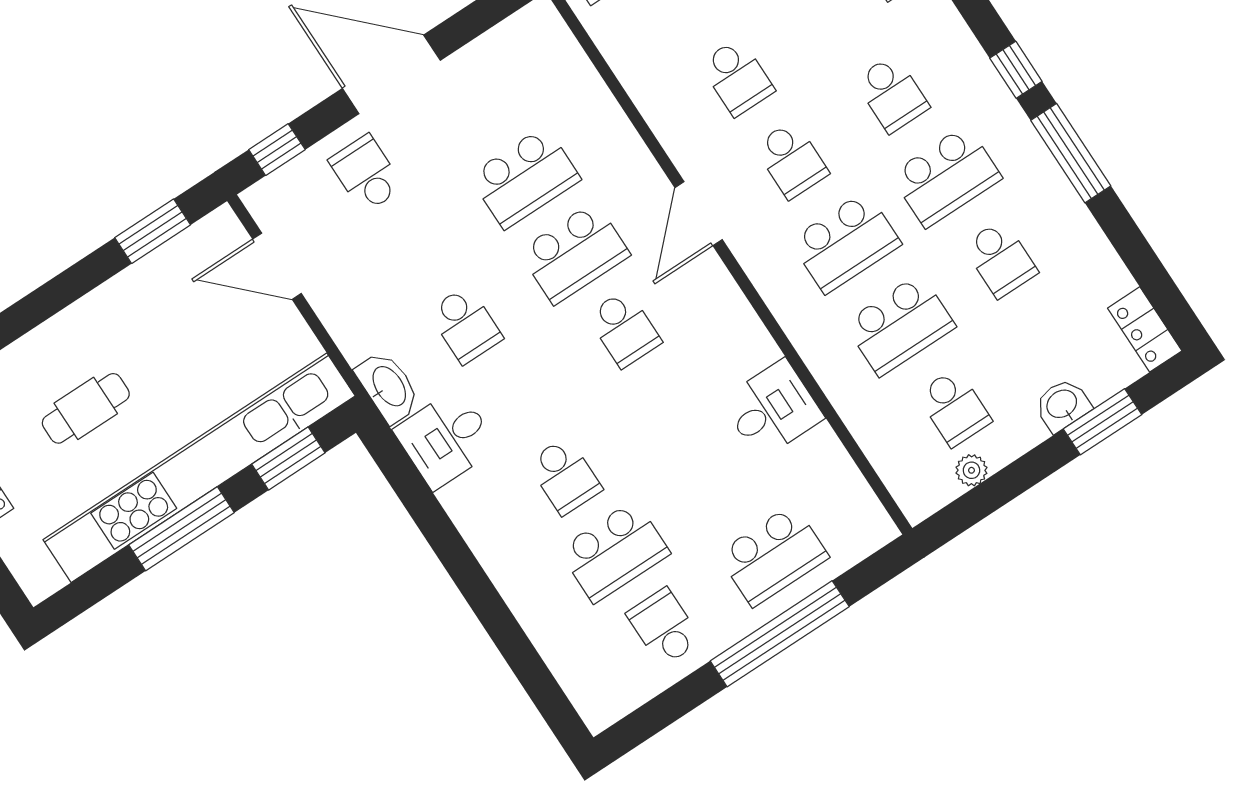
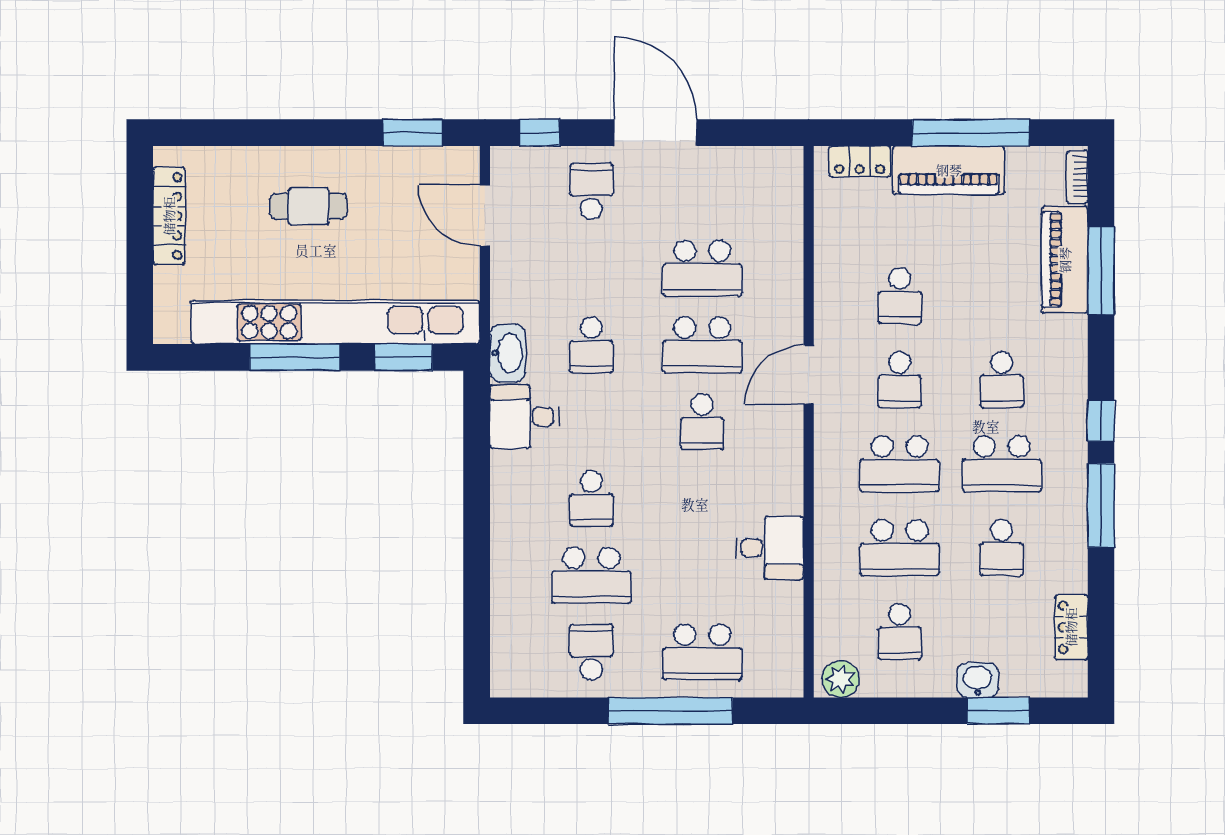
locker: (1145, 329) -> (1071, 627), moved
cafe table: (86, 408) -> (308, 206), moved
plant: (971, 470) -> (841, 679), moved, width x1.38, depth x1.38

